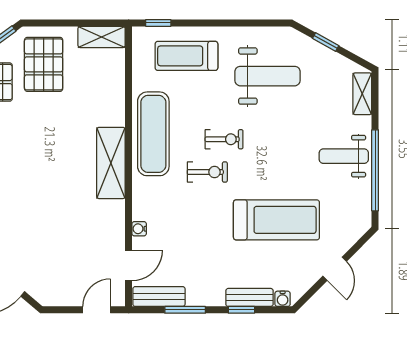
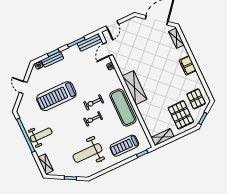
treadmill: (186, 56) -> (124, 146), turned 180

